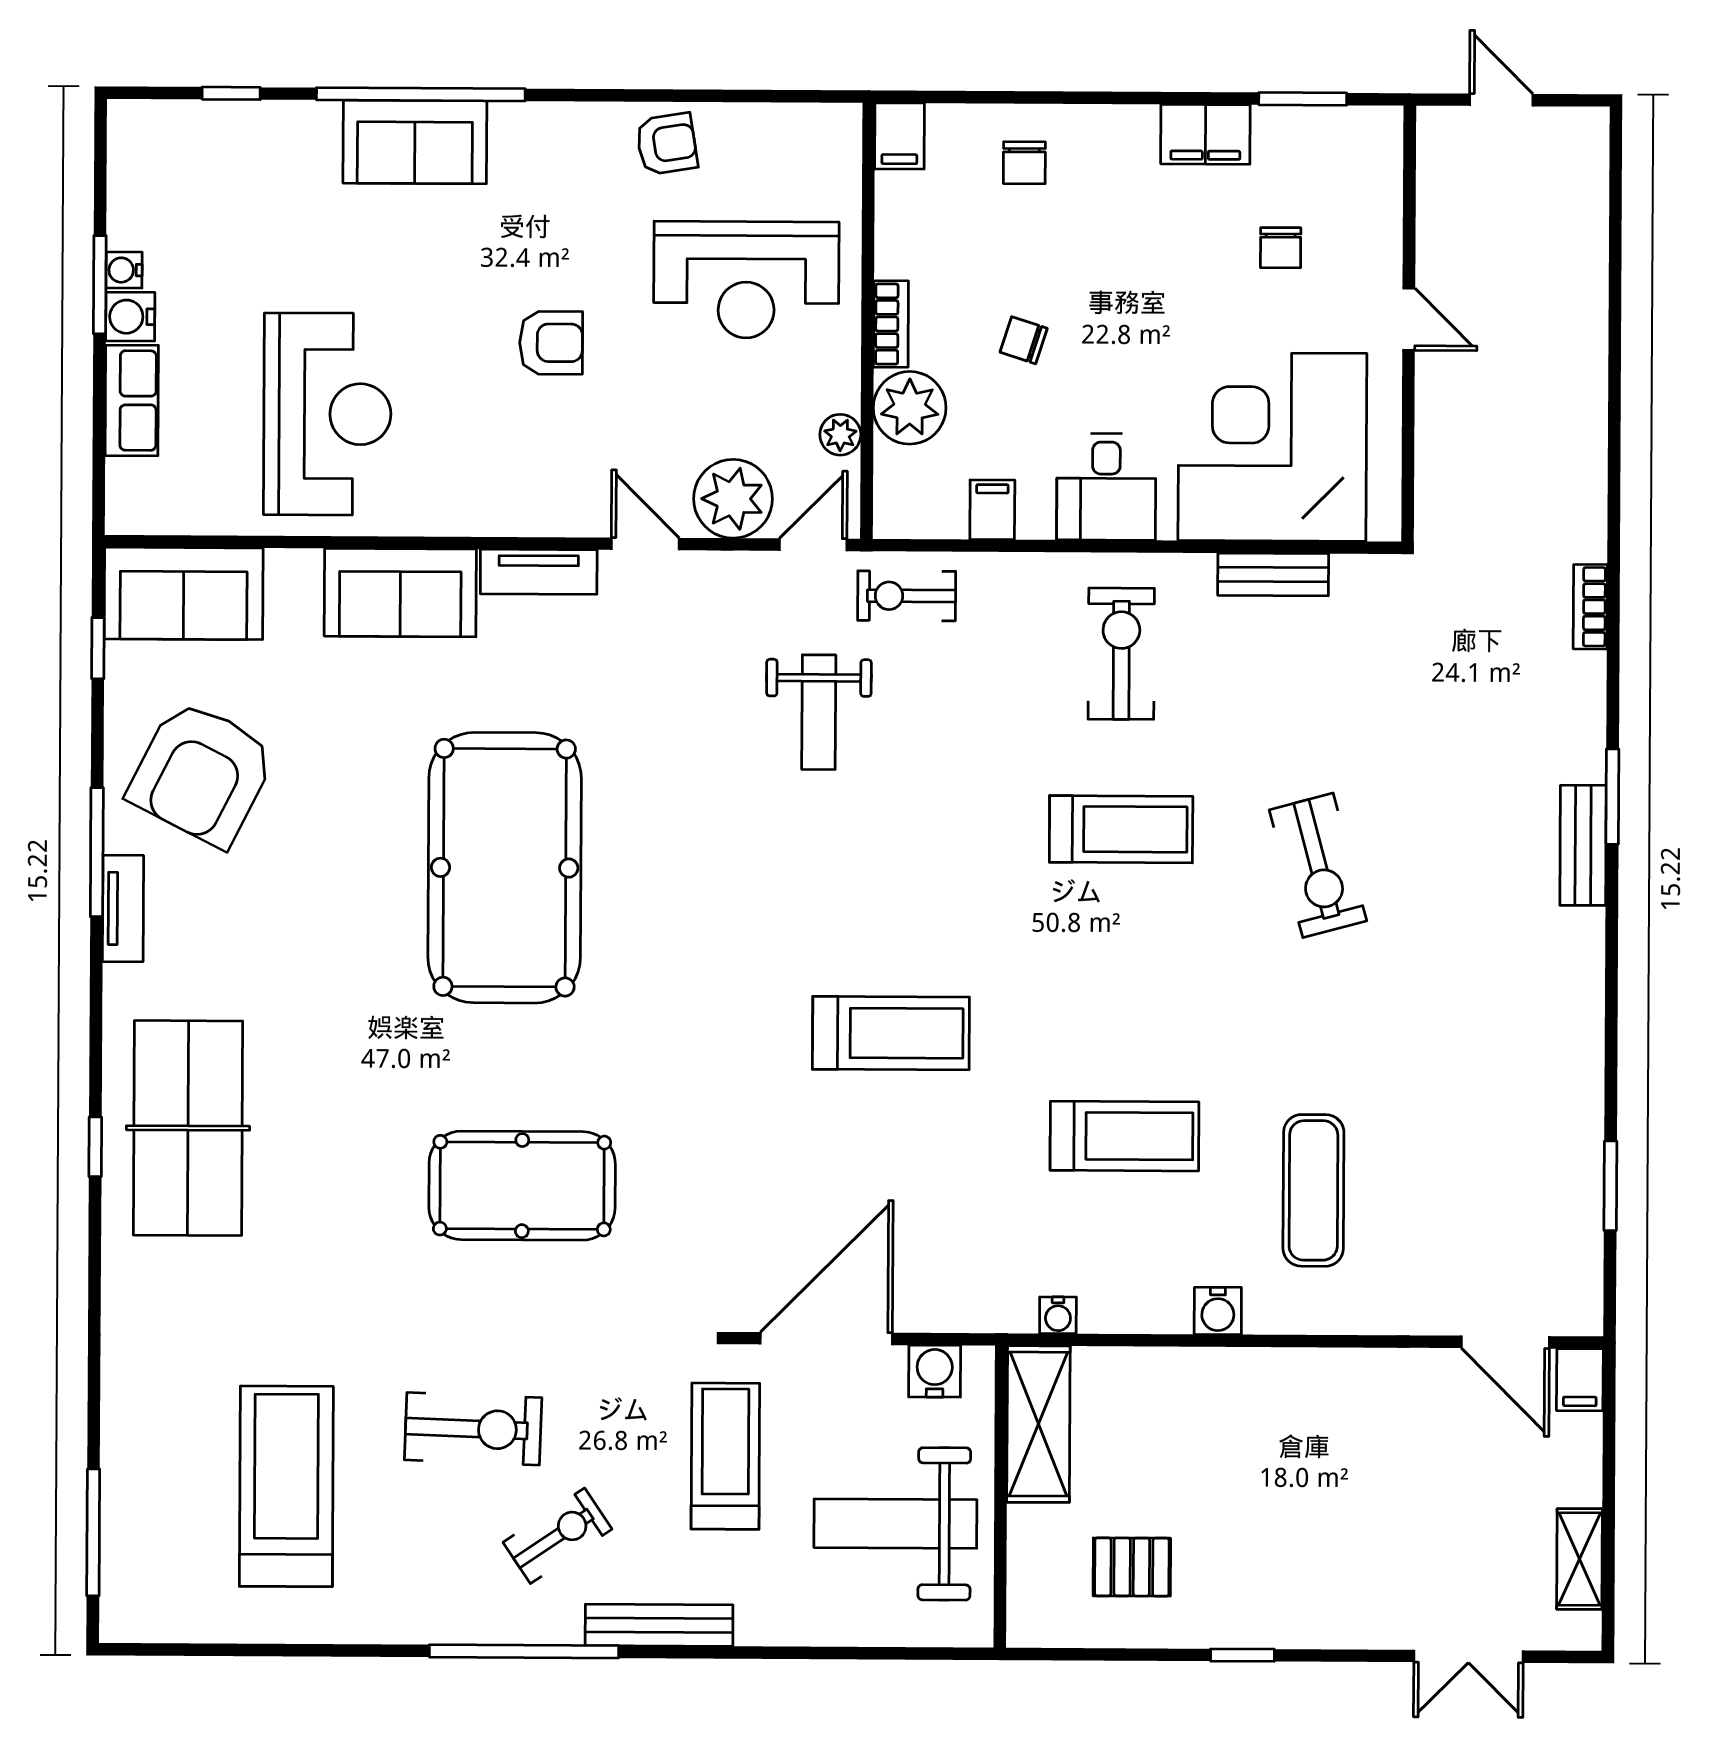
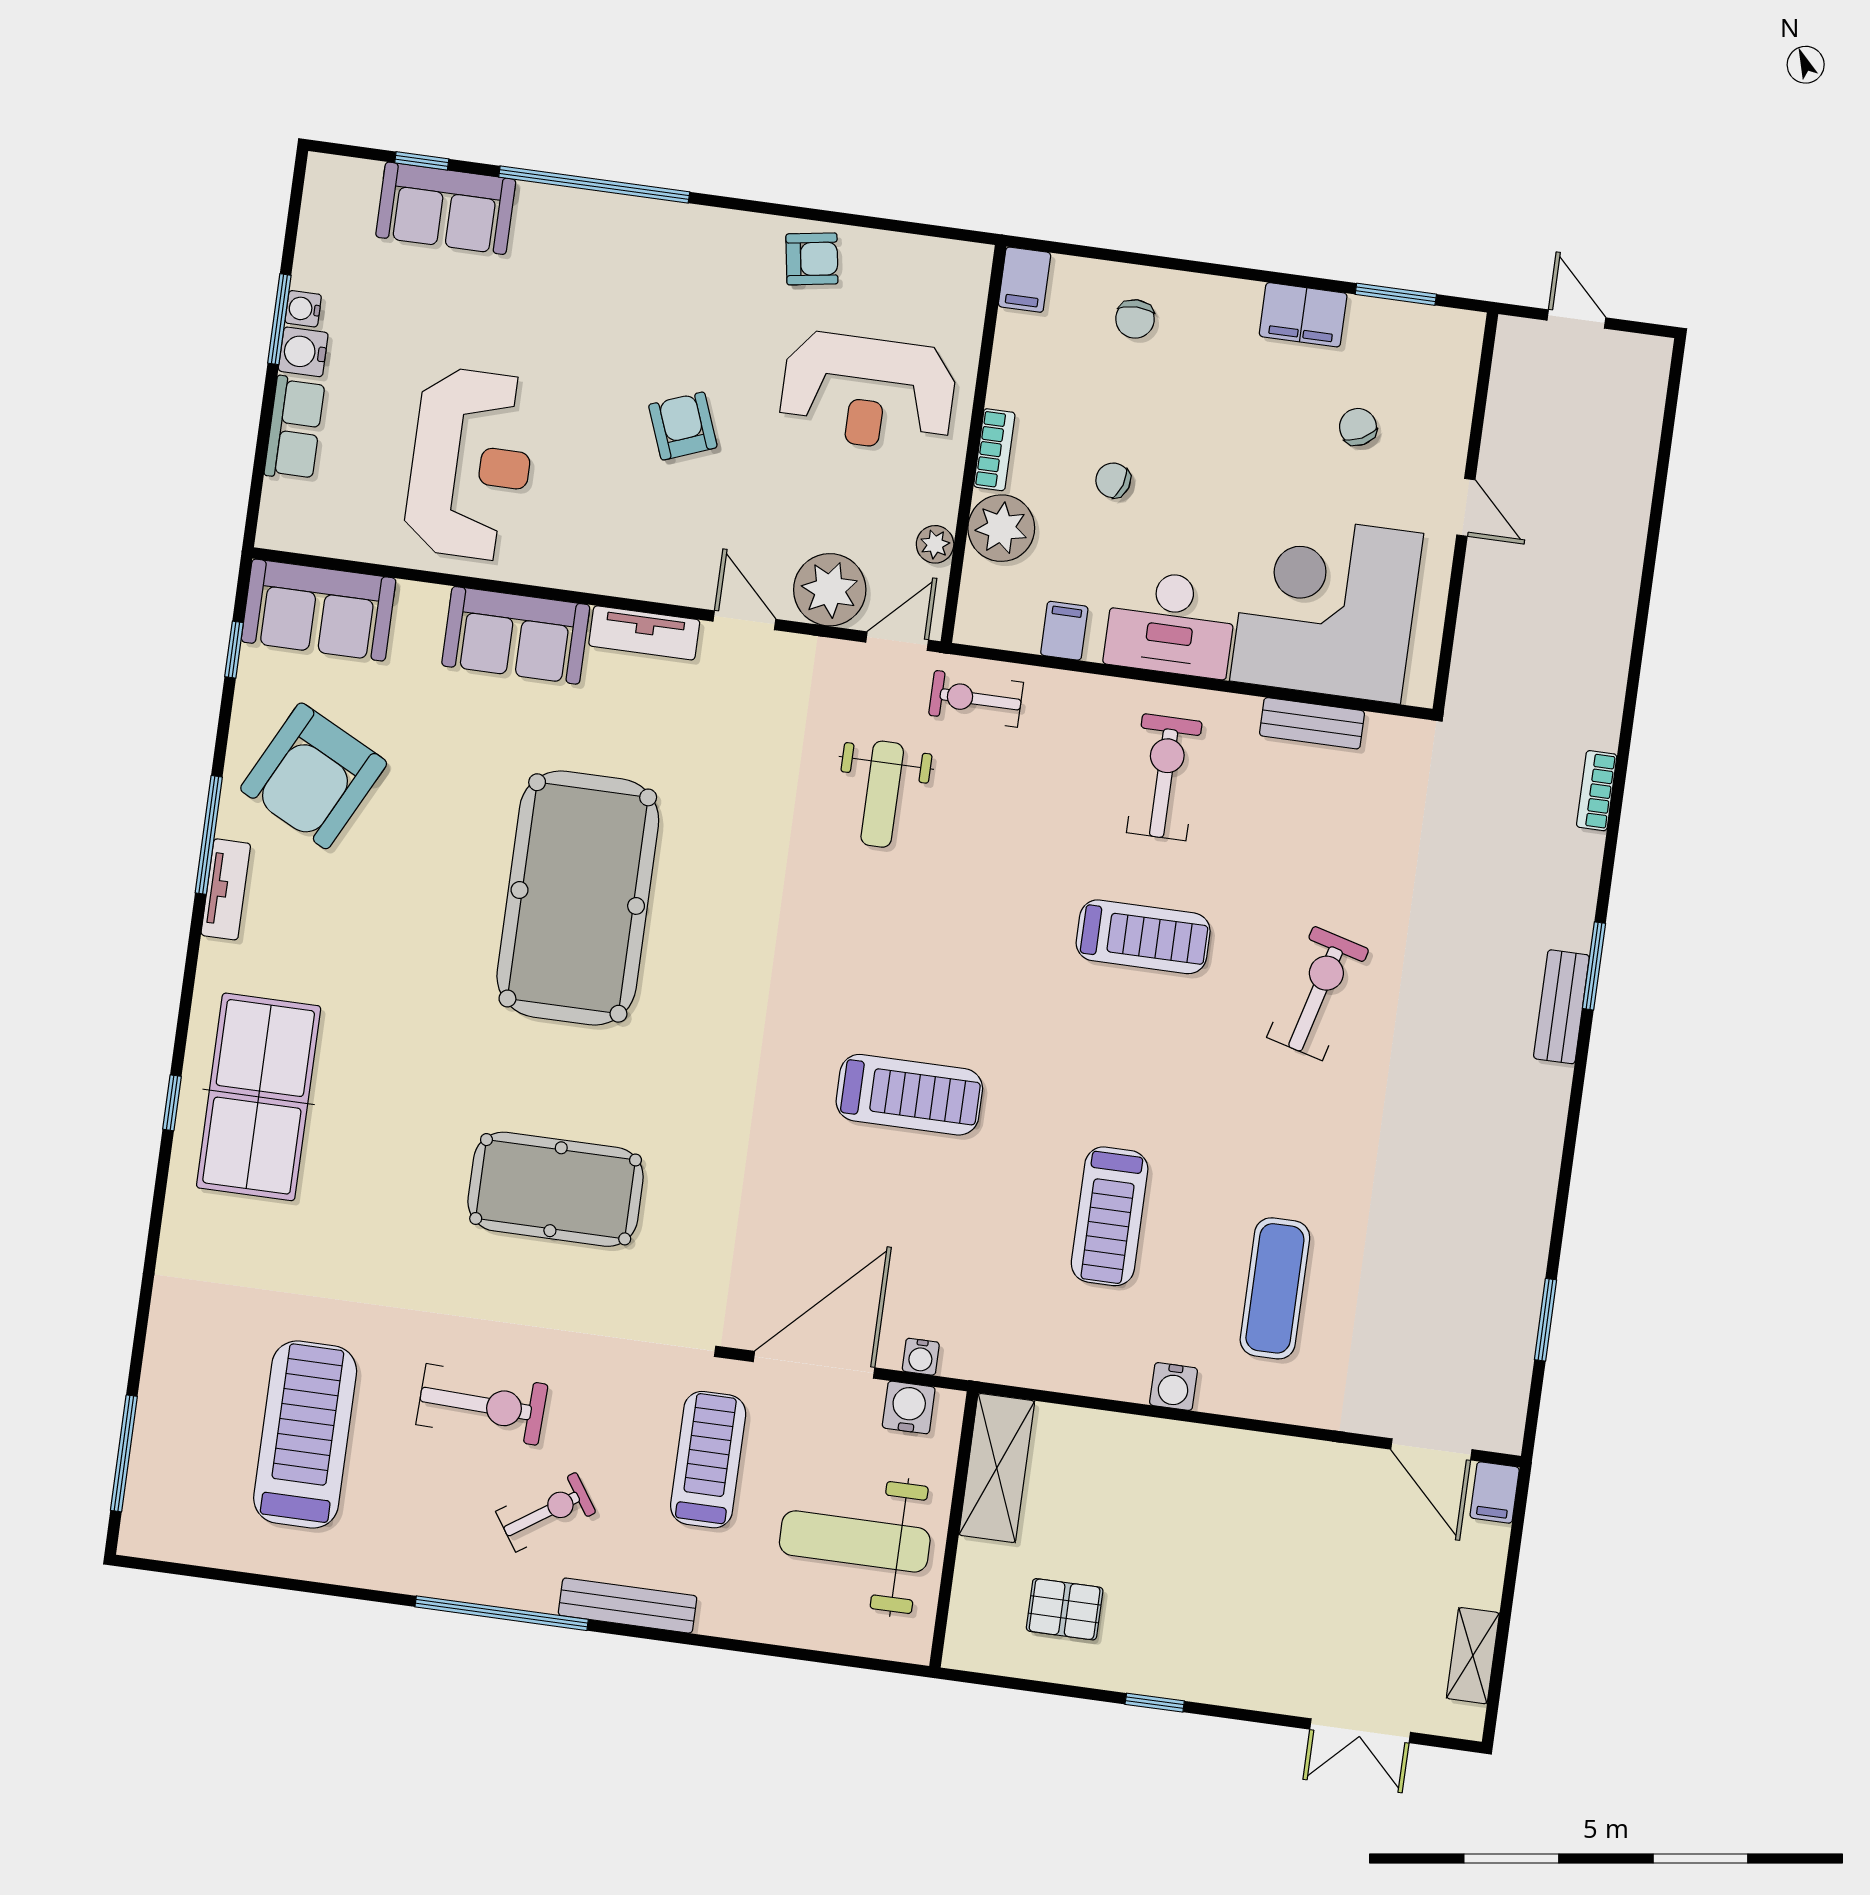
sofa: (415, 142) -> (446, 208), moved
chair: (1281, 248) -> (1358, 427), turned 153
armchair: (551, 343) -> (683, 426), turned -111
desk: (1106, 487) -> (1171, 624), width x1.37
exercise bike: (1318, 865) -> (1318, 993), turned -150
treadmill: (1125, 1136) -> (1110, 1216), turned 90
water cooler: (1058, 1315) -> (921, 1357), moved

